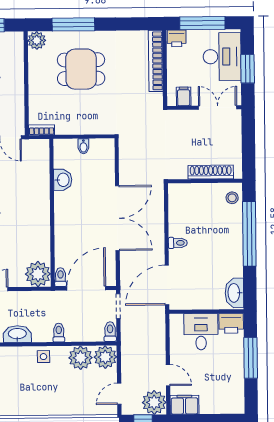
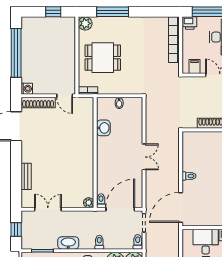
dining table: (81, 69) -> (103, 58), moved
double door: (117, 218) -> (144, 157), width x0.54
plant: (38, 274) -> (89, 203), width x0.53, depth x0.53

